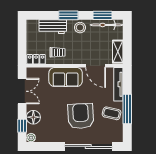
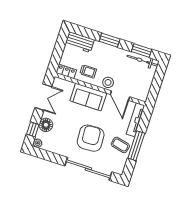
workbench: (53, 27) -> (80, 42), moved
stool: (80, 28) -> (108, 82), moved
shelving: (118, 52) -> (145, 89), removed

